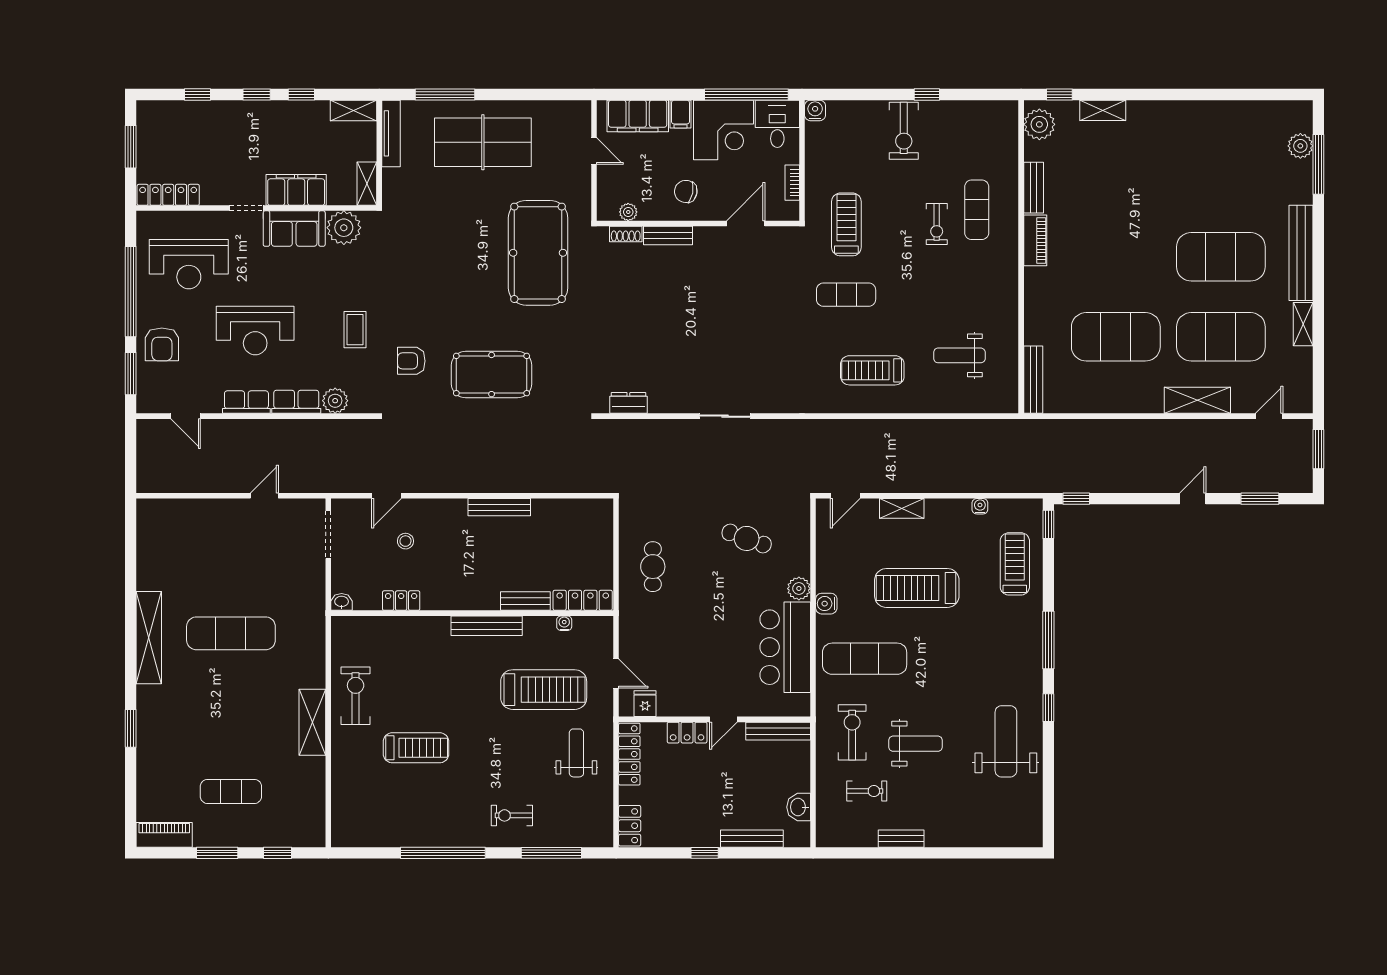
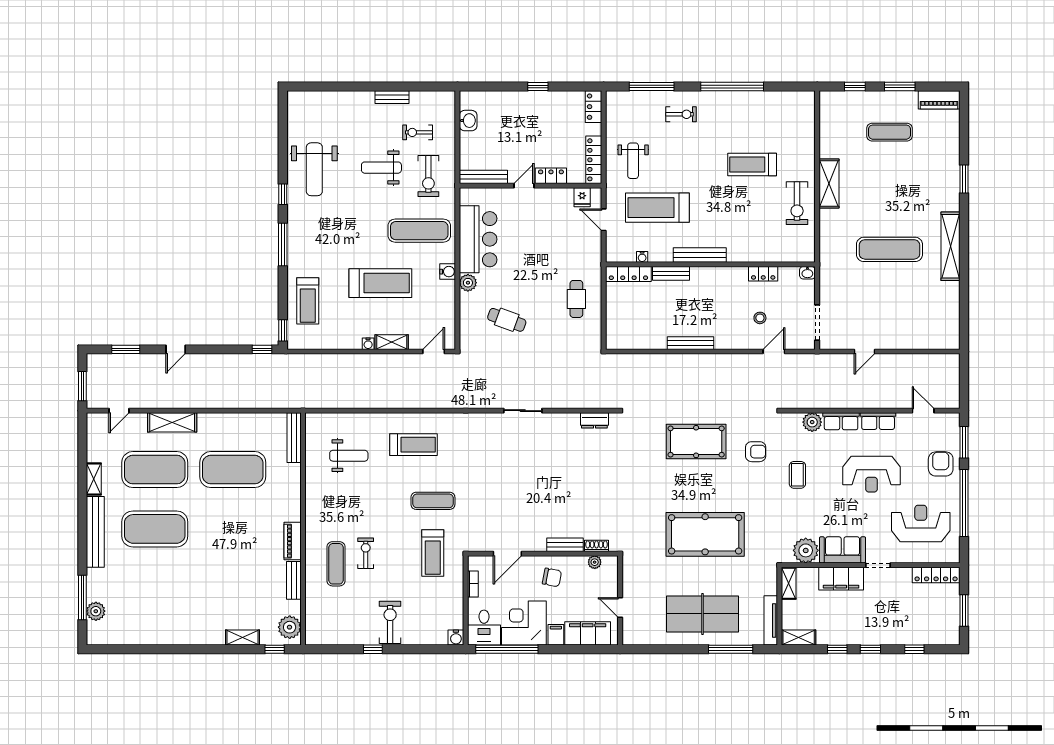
pool table: (538, 253) -> (705, 534), moved, turned 90
reception desk: (255, 331) -> (872, 474), turned 180
water cooler: (980, 506) -> (368, 344), moved
bench: (752, 839) -> (503, 97), removed

